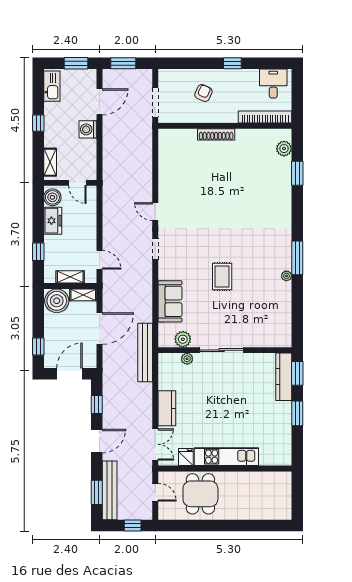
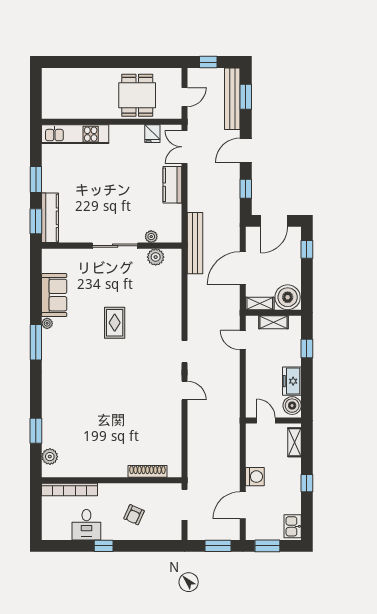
desk: (273, 83) -> (86, 525), moved
kitchen sink: (52, 86) -> (293, 526), width x0.73
shoe rack: (216, 134) -> (147, 471), moved
sofa: (170, 301) -> (54, 295), moved, turned 180
kitchen unit: (226, 457) -> (75, 134), moved
door: (155, 492) -> (184, 97), swing flipped

